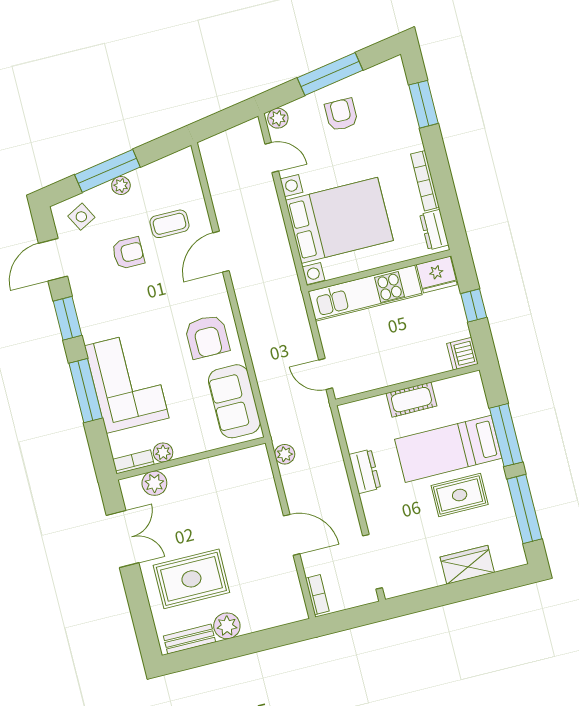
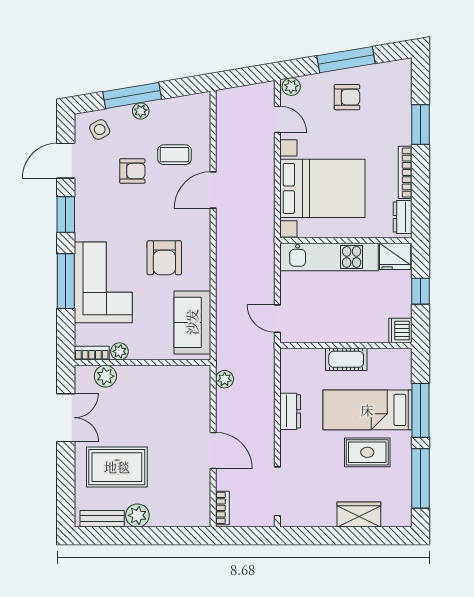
window: (424, 104) -> (420, 124), moved
armchair: (341, 115) -> (347, 97), turned 90
armchair: (207, 337) -> (164, 258), moved

